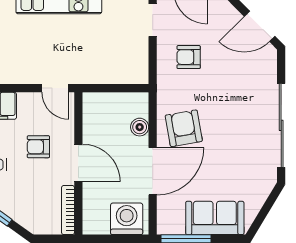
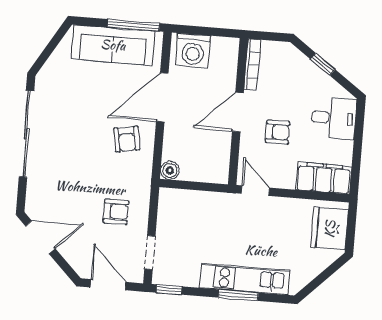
boiler: (140, 127) -> (170, 170), moved
armchair: (184, 128) -> (127, 139), width x0.72, depth x0.72
door: (78, 163) -> (238, 112), hinge flipped
sofa: (215, 218) -> (113, 45), width x1.36

